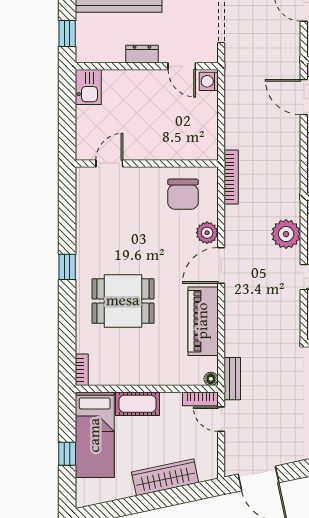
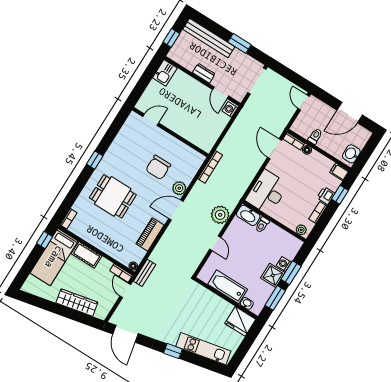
chair: (183, 194) -> (158, 167), moved
piano: (203, 321) -> (150, 234), width x0.73, depth x0.75
window: (67, 454) -> (45, 240), moved

